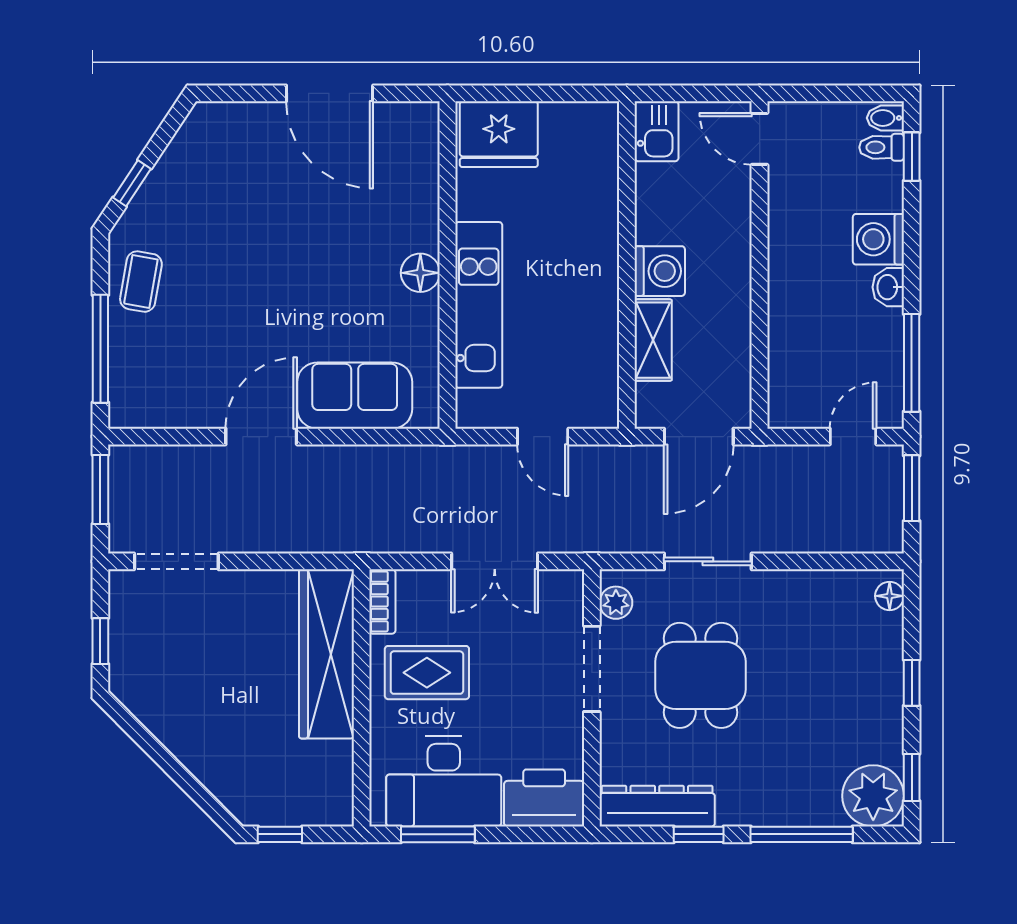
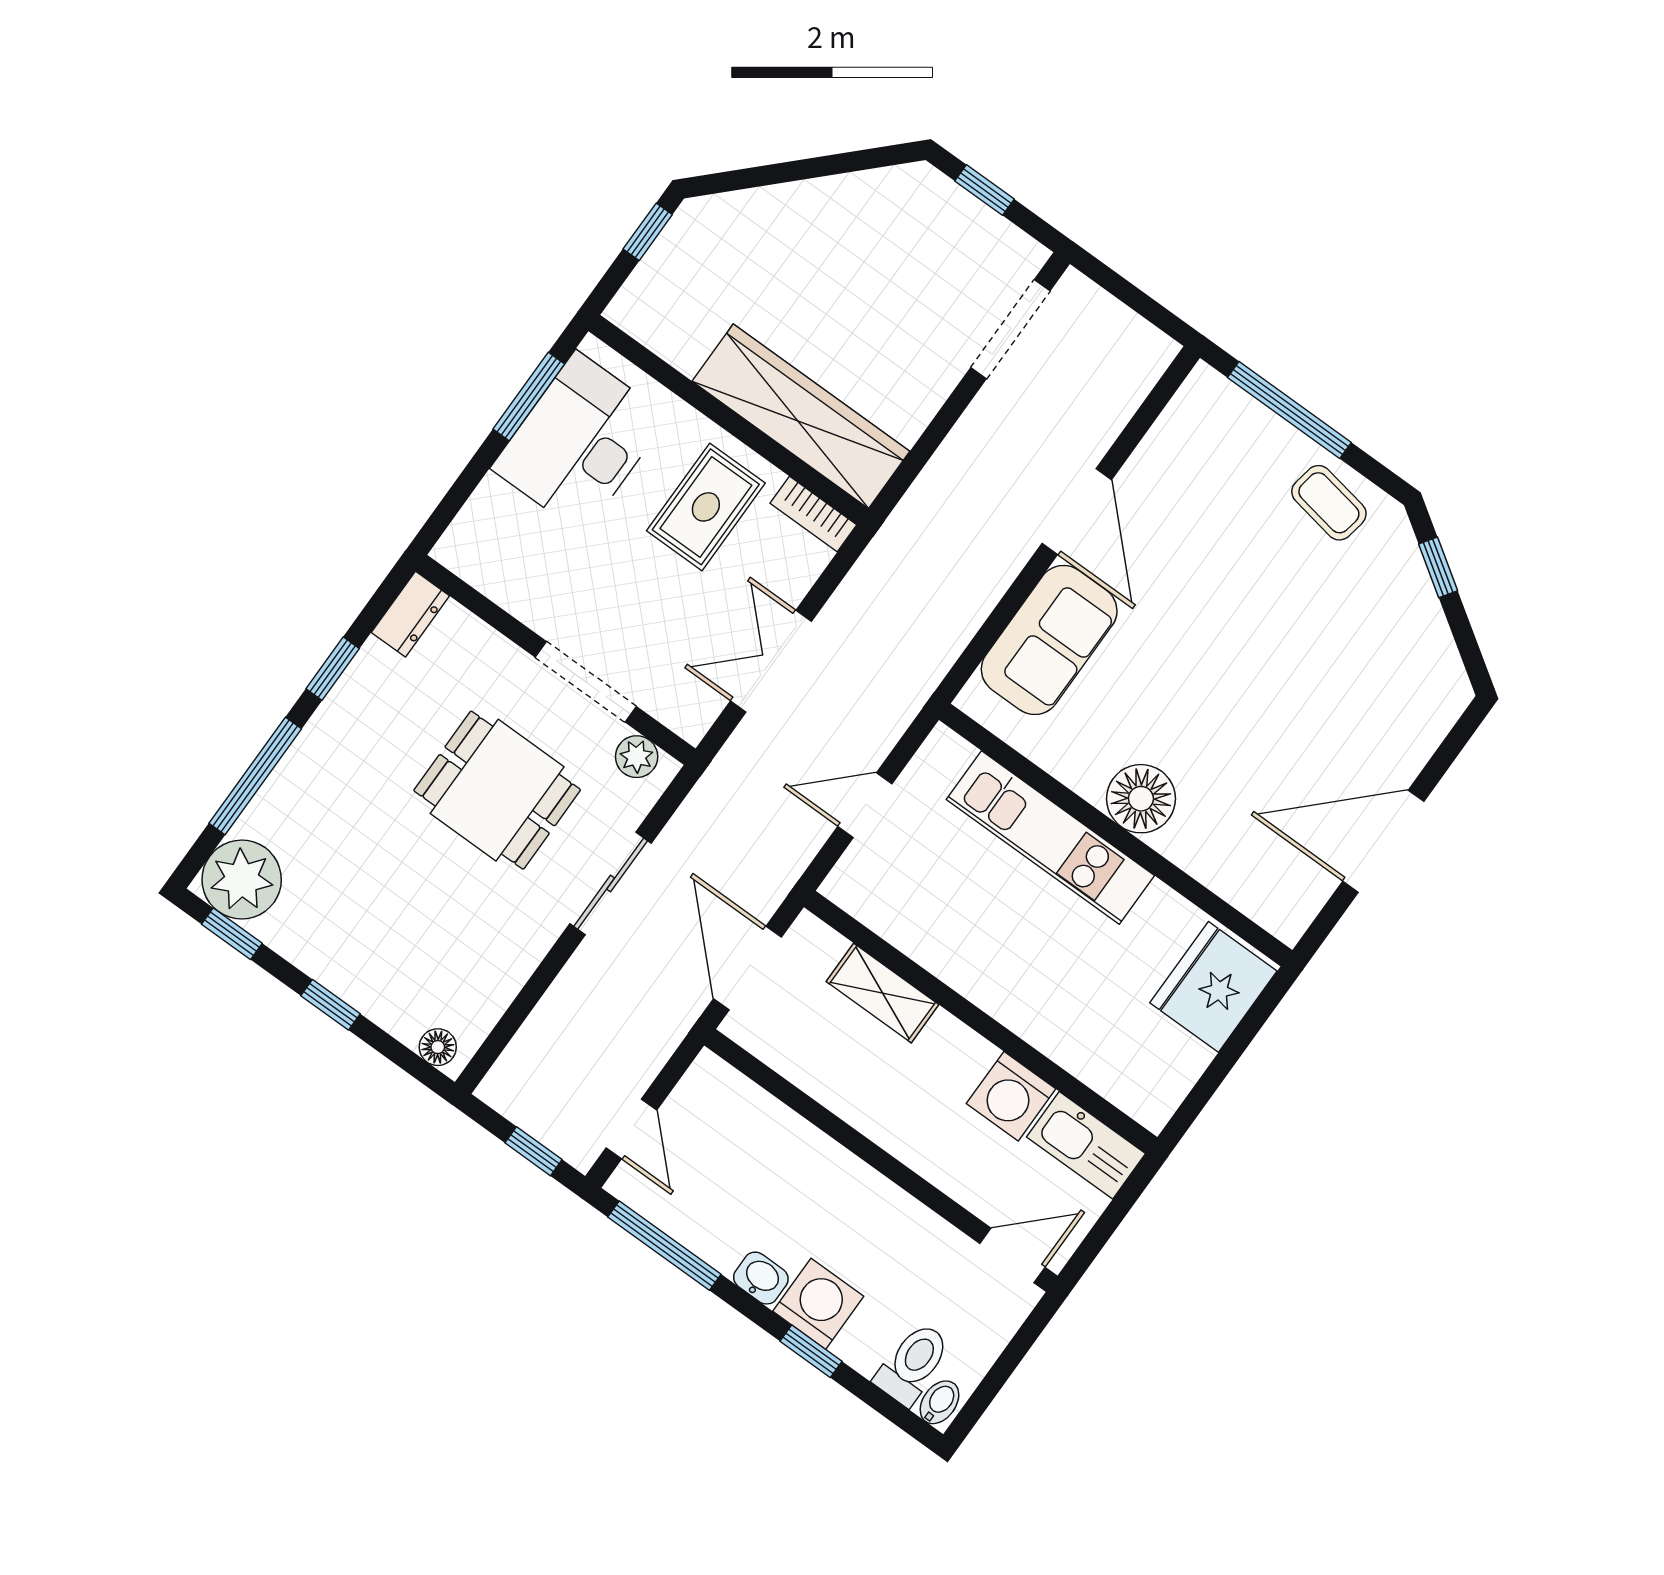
kitchen sink: (657, 131) -> (1086, 1145), width x1.38
toilet: (882, 147) -> (913, 1364), width x1.37, depth x1.39
window: (912, 157) -> (811, 1351), moved
washing machine: (660, 271) -> (1011, 1096), moved
floor lamp: (420, 273) -> (1141, 799), width x1.38, depth x1.38
window: (912, 488) -> (534, 1151), width x0.67
window: (100, 489) -> (1143, 304), removed
printer: (544, 798) -> (487, 535), removed
dresser: (657, 806) -> (410, 614), width x0.51, depth x0.80

